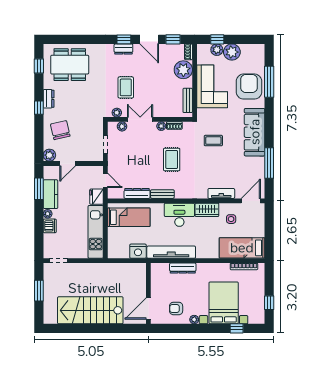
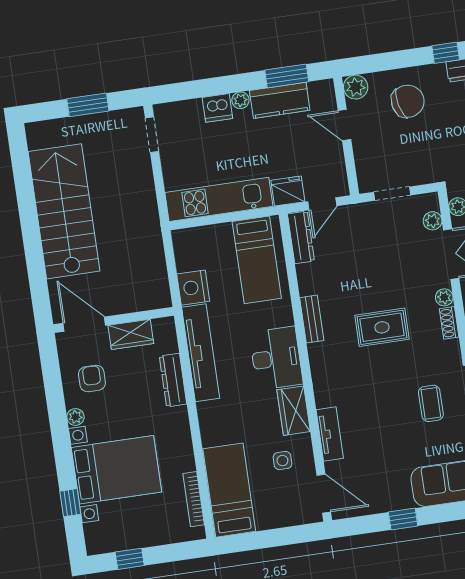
window: (269, 163) -> (403, 519), width x0.46
dresser: (137, 194) -> (301, 237), moved
wardrobe: (157, 286) -> (131, 334), added

